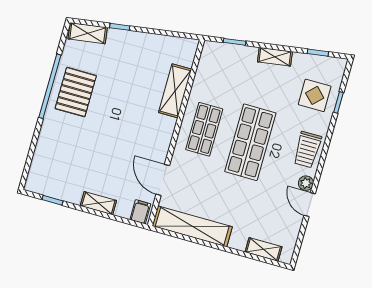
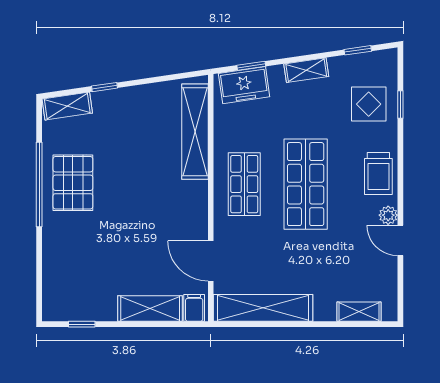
freezer: (225, 55) -> (244, 85), added
shelving: (175, 91) -> (195, 132), width x1.47
shelving: (98, 203) -> (150, 309), width x1.50, depth x1.33

